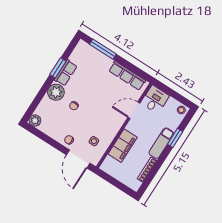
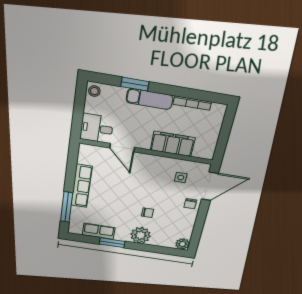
row of seats: (66, 73) -> (99, 231), moved
row of seats: (127, 76) -> (82, 186), moved

